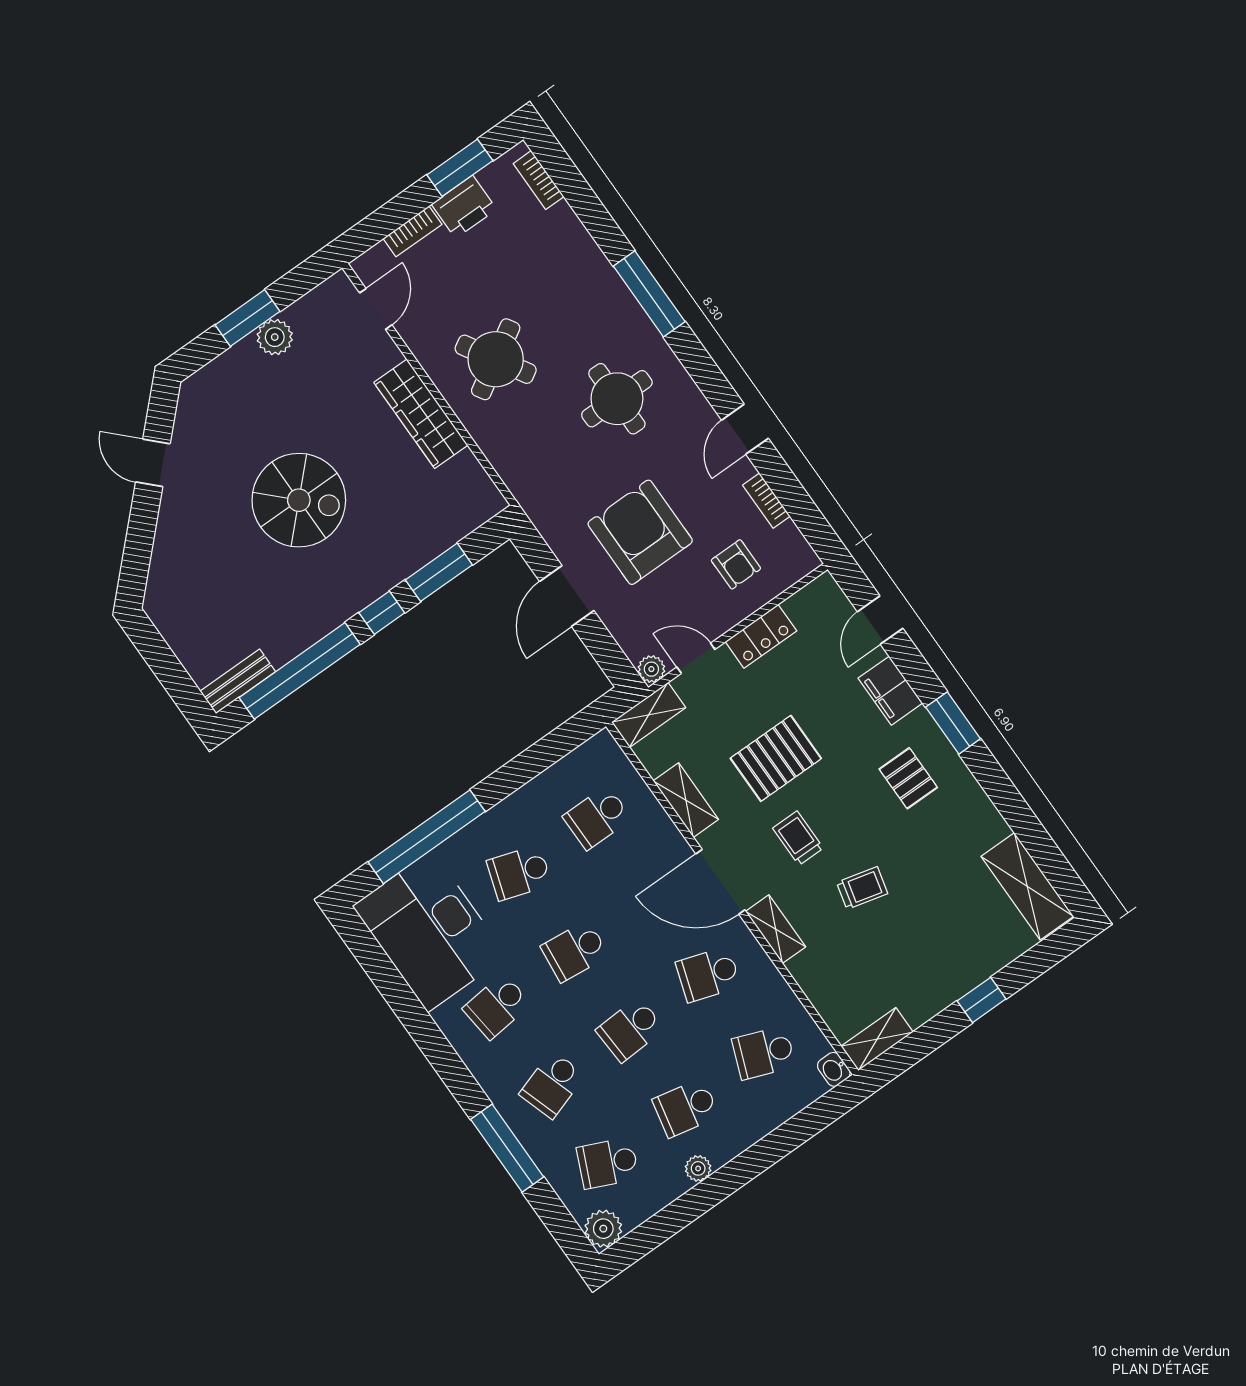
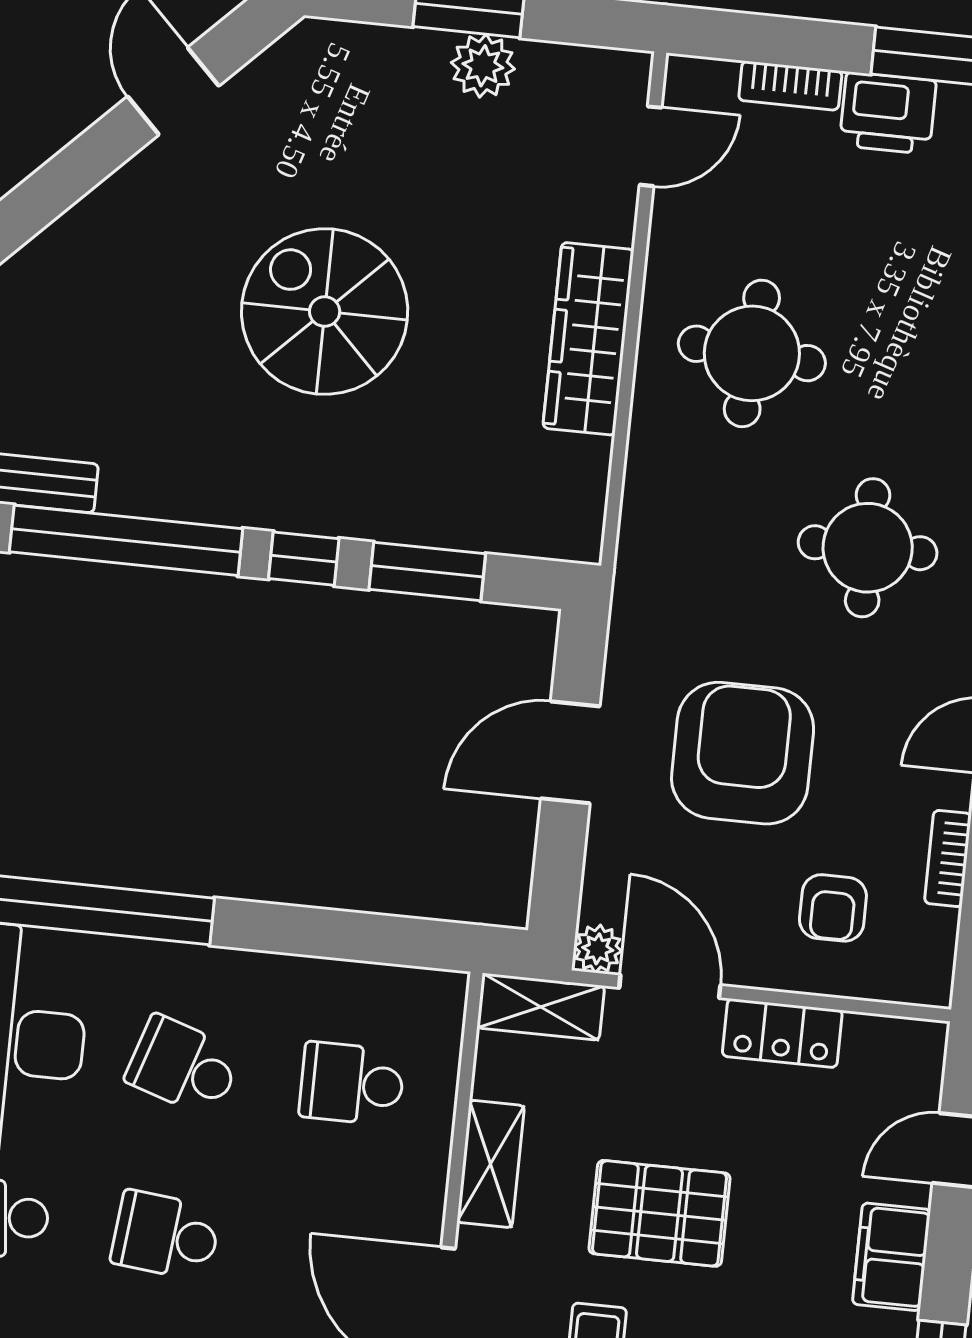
round table: (496, 359) -> (752, 353), turned 35
spiral stairs: (299, 500) -> (325, 312), turned 180
door: (696, 658) -> (670, 986), width x1.38

